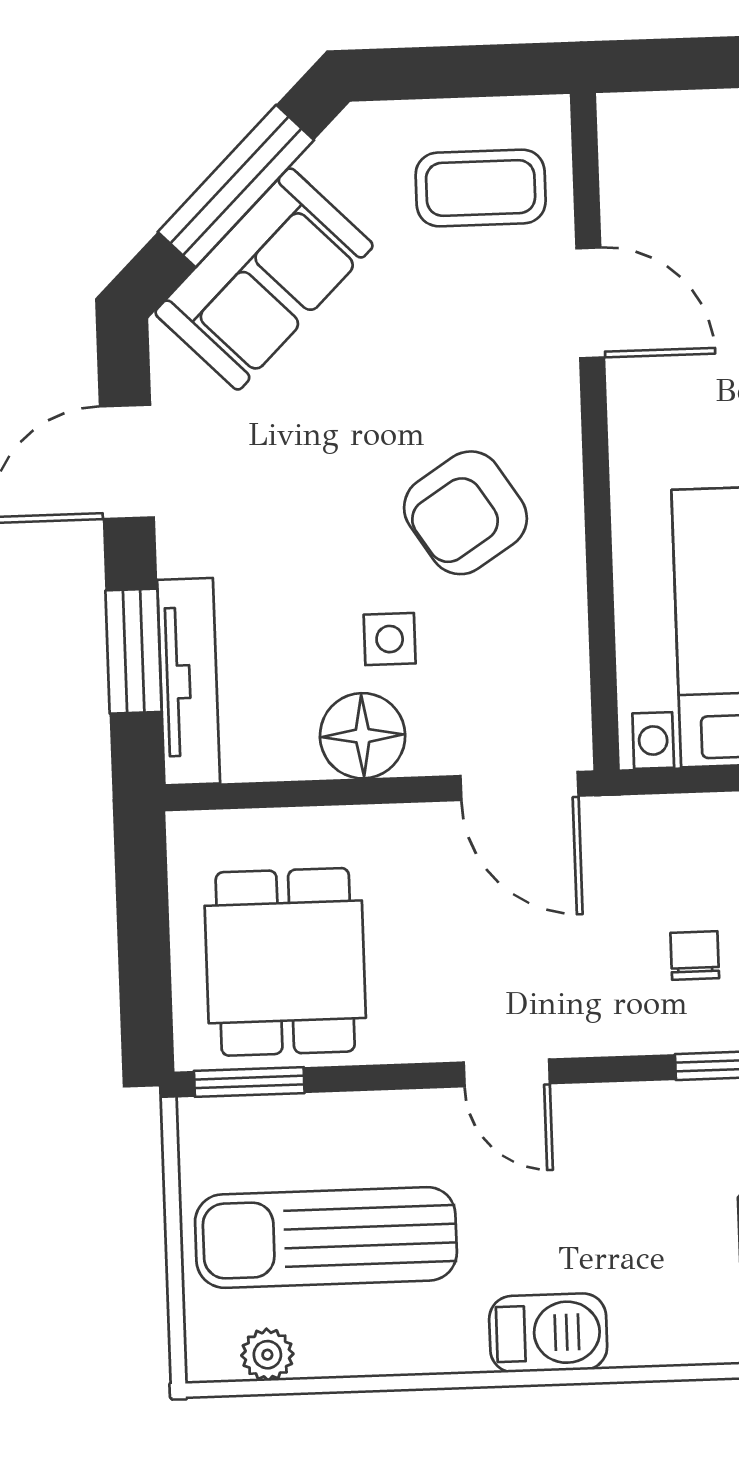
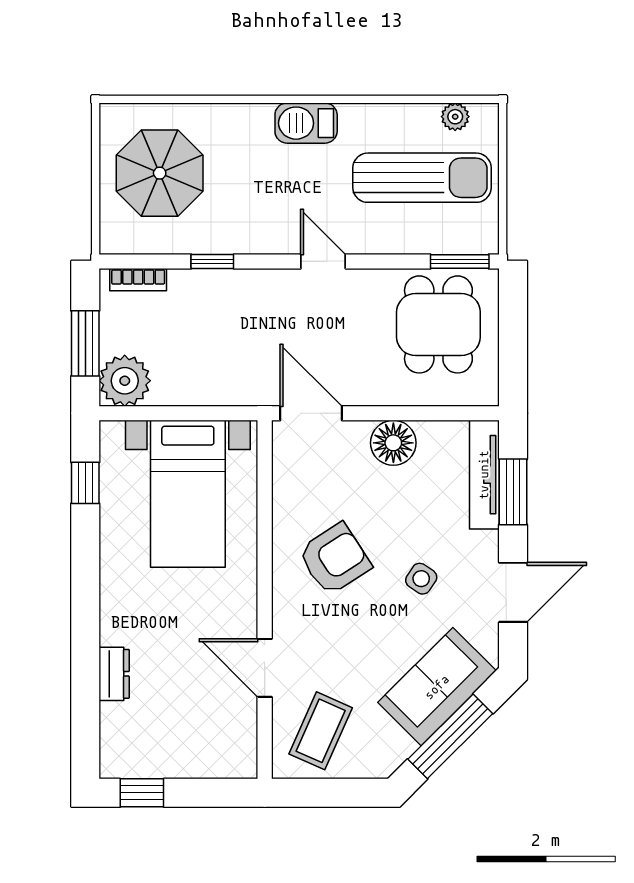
coffee table: (481, 188) -> (321, 731), turned -66
side table: (390, 639) -> (421, 579), moved, turned 34
chair: (695, 956) -> (221, 320), removed

